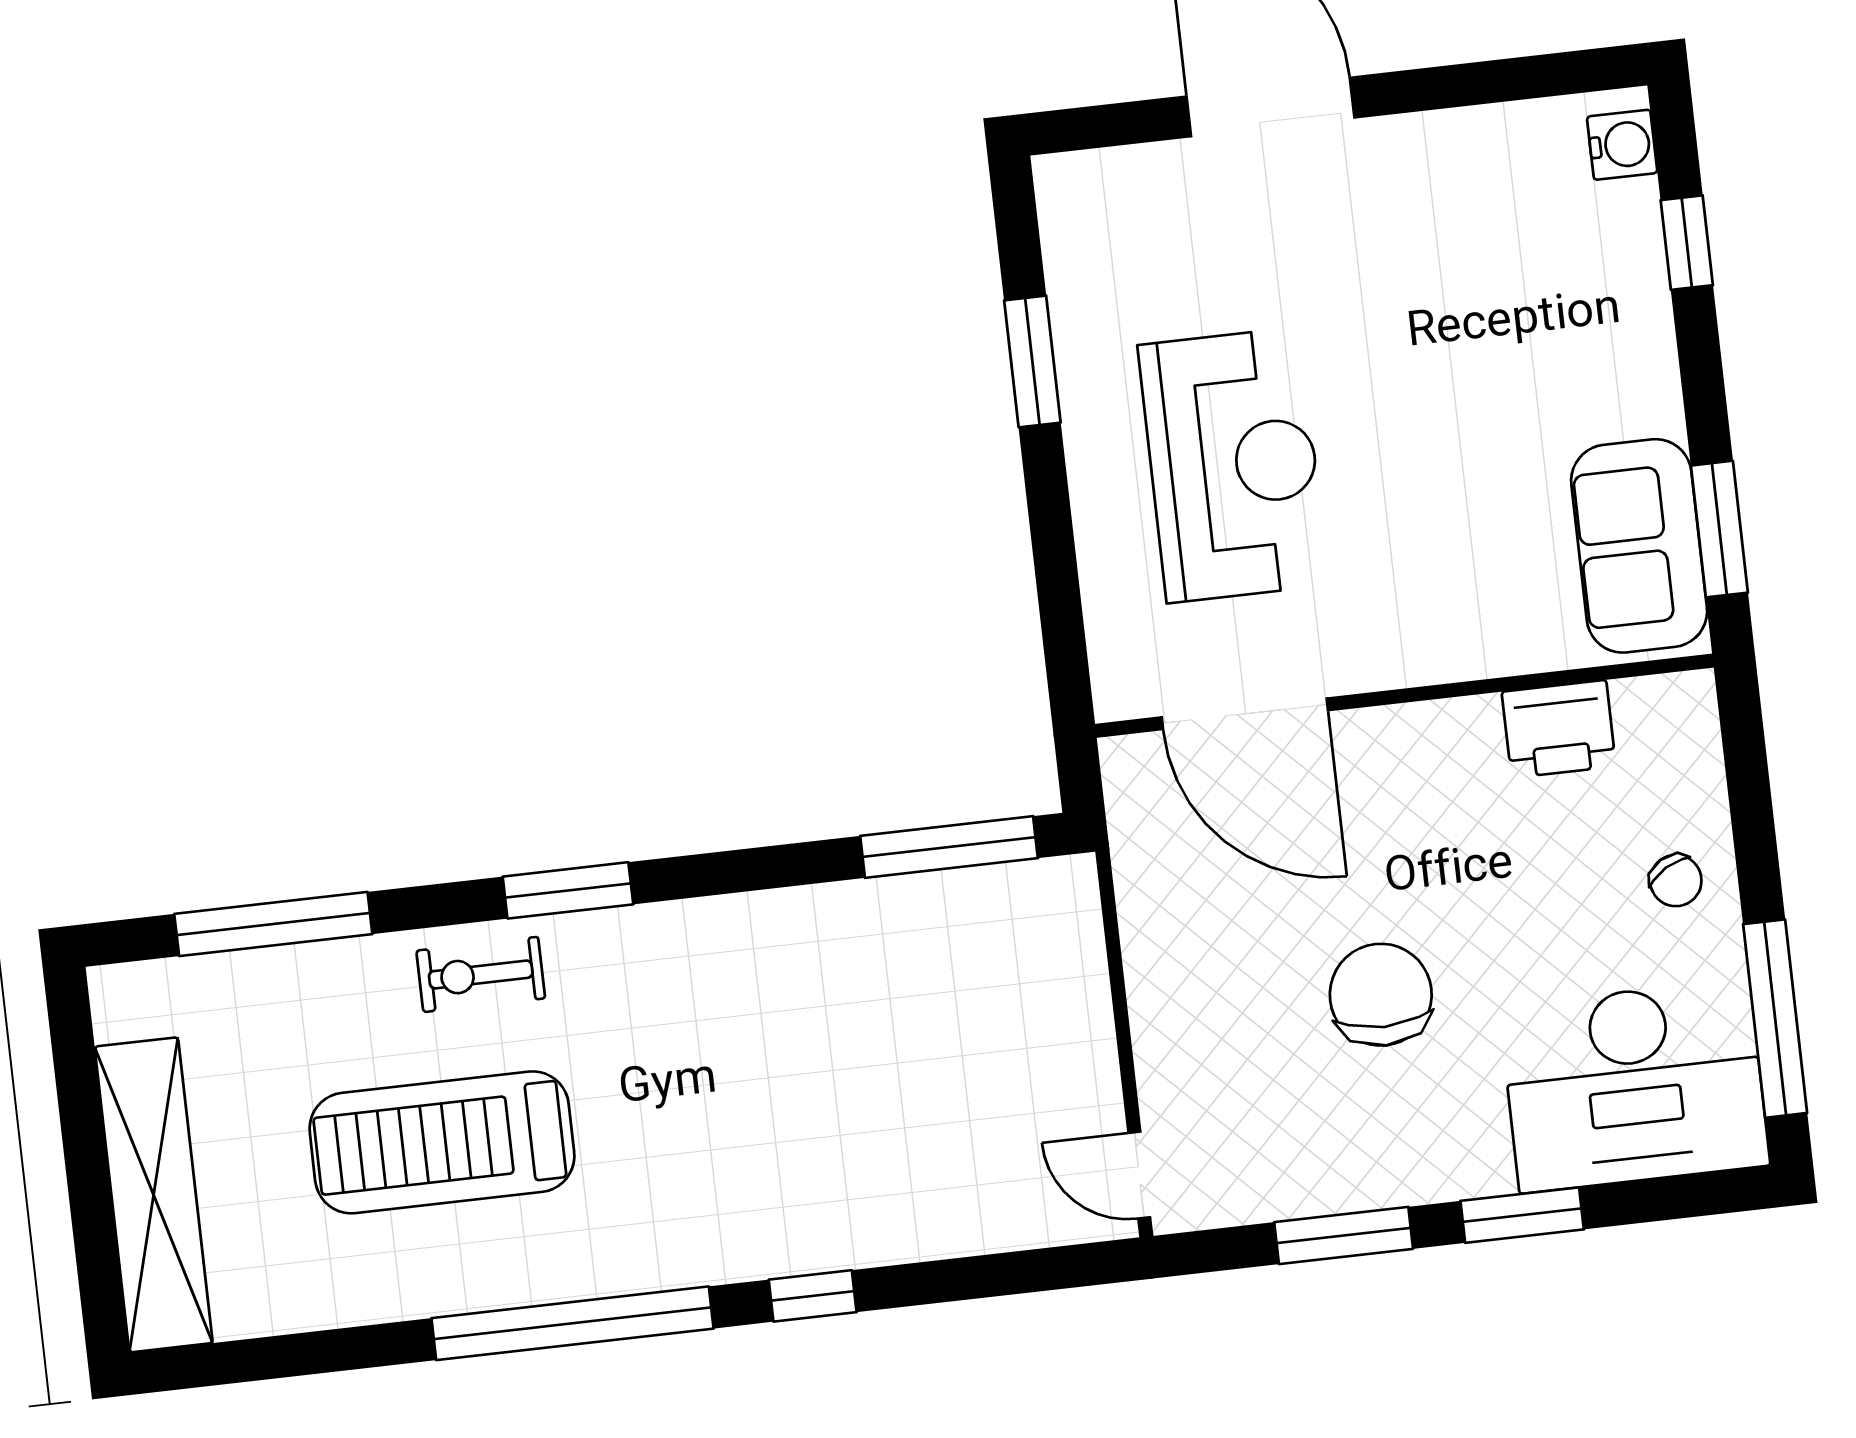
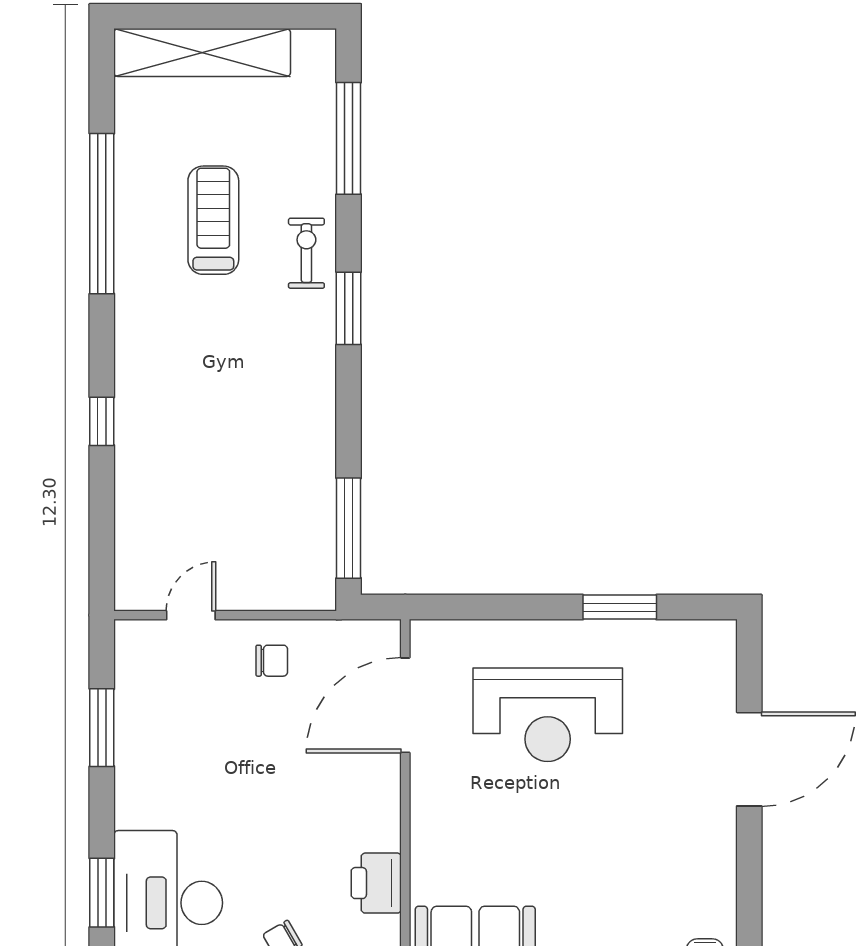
chair: (1381, 995) -> (272, 661), moved, width x0.54, depth x0.54
treadmill: (442, 1142) -> (213, 220), width x0.73, depth x0.73
door: (1139, 1175) -> (191, 615), moved
window: (1522, 1215) -> (102, 893), moved
window: (573, 1323) -> (102, 214), moved

